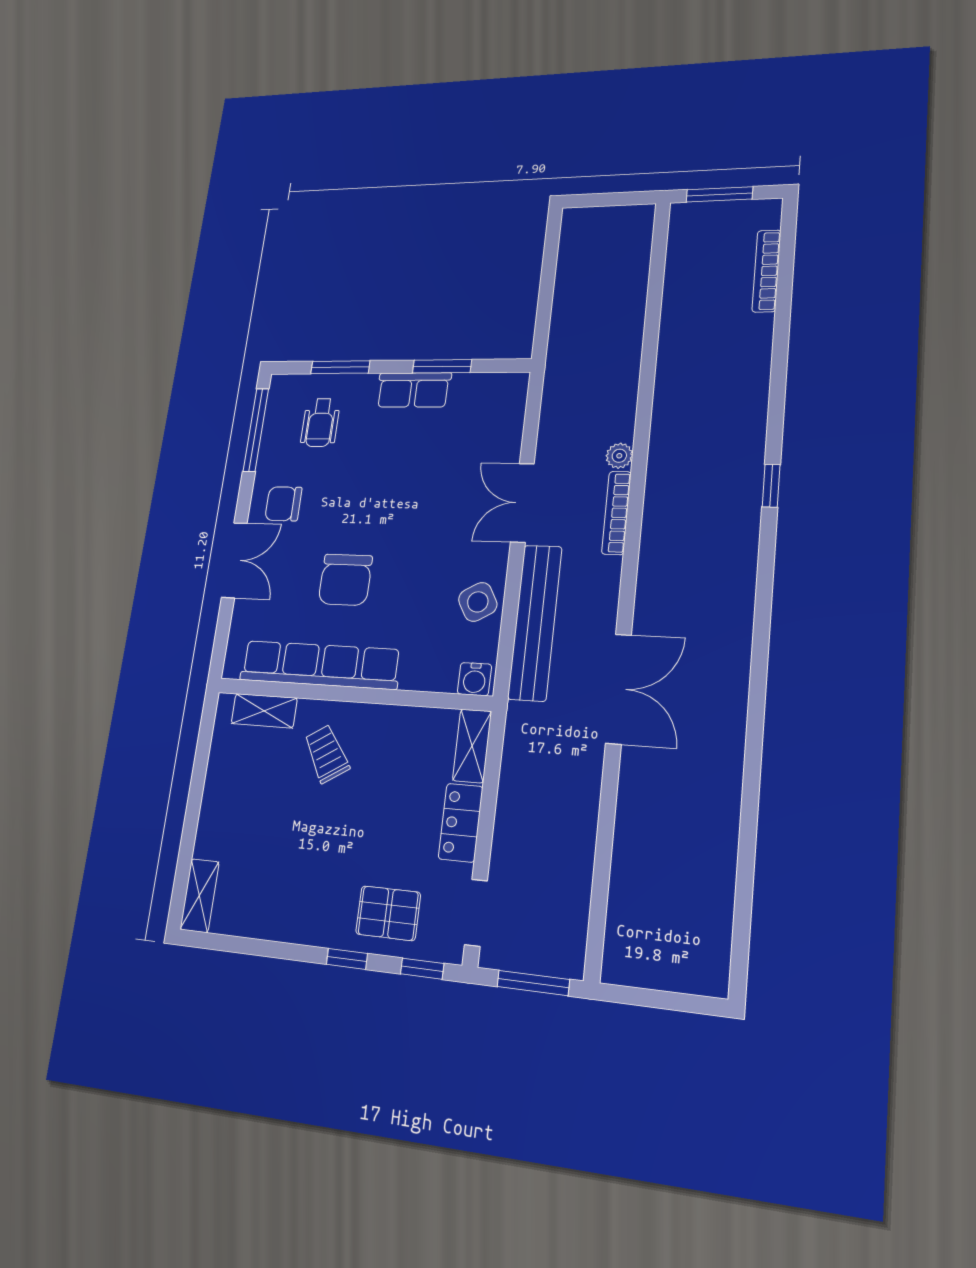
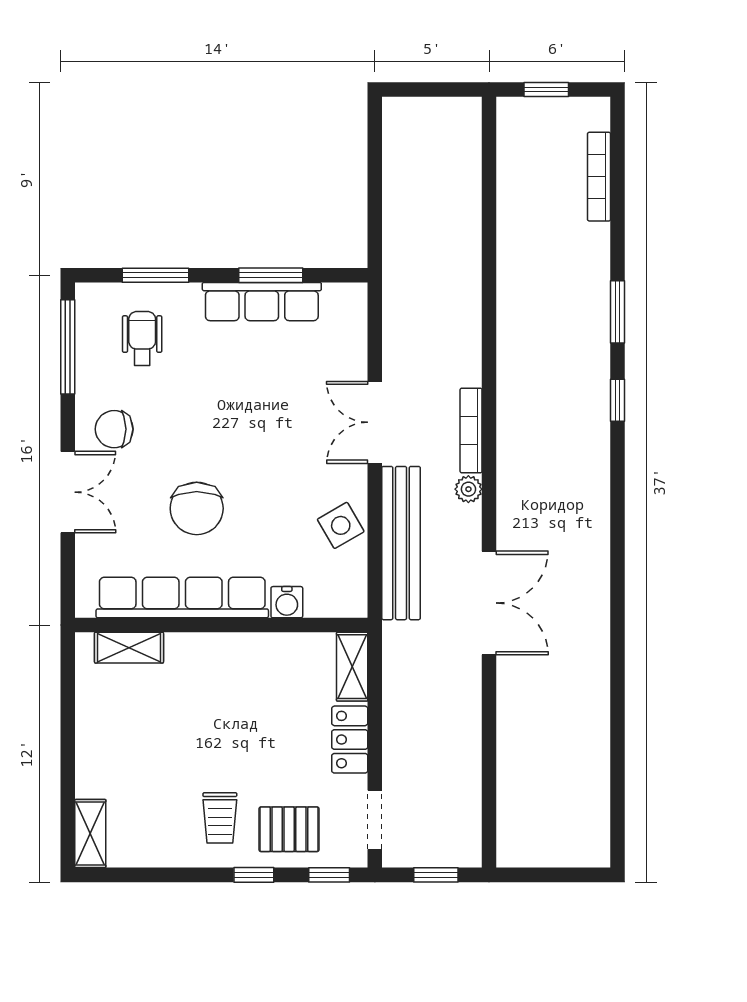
window: (719, 194) -> (546, 90), width x0.67
row of seats: (413, 390) -> (262, 302), width x1.48
window: (777, 399) -> (618, 312), added
wheelchair: (320, 423) -> (142, 338), turned 180
plant: (619, 456) -> (468, 489), moved
water cooler: (474, 679) -> (287, 602), moved
trolley: (327, 754) -> (220, 818), moved, turned -148
window: (533, 983) -> (436, 875), width x0.67

